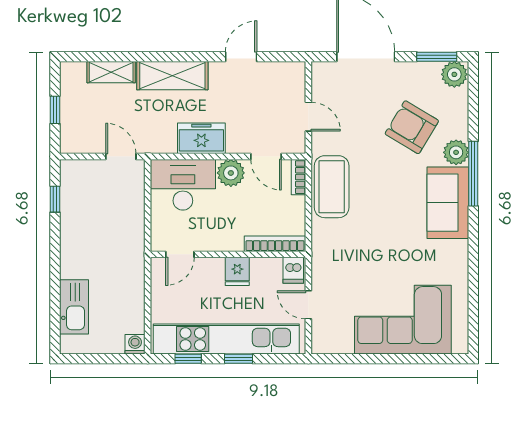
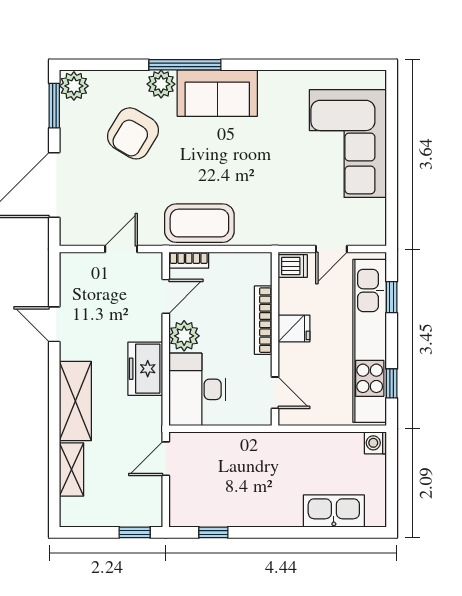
window: (55, 110) -> (135, 532), moved
bookcase: (275, 244) -> (263, 320), moved
window: (239, 359) -> (392, 297), moved

